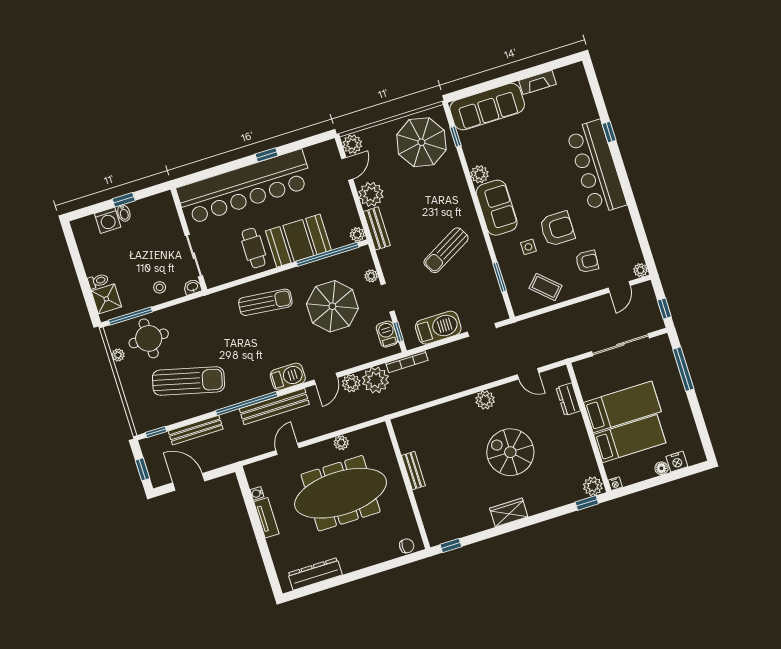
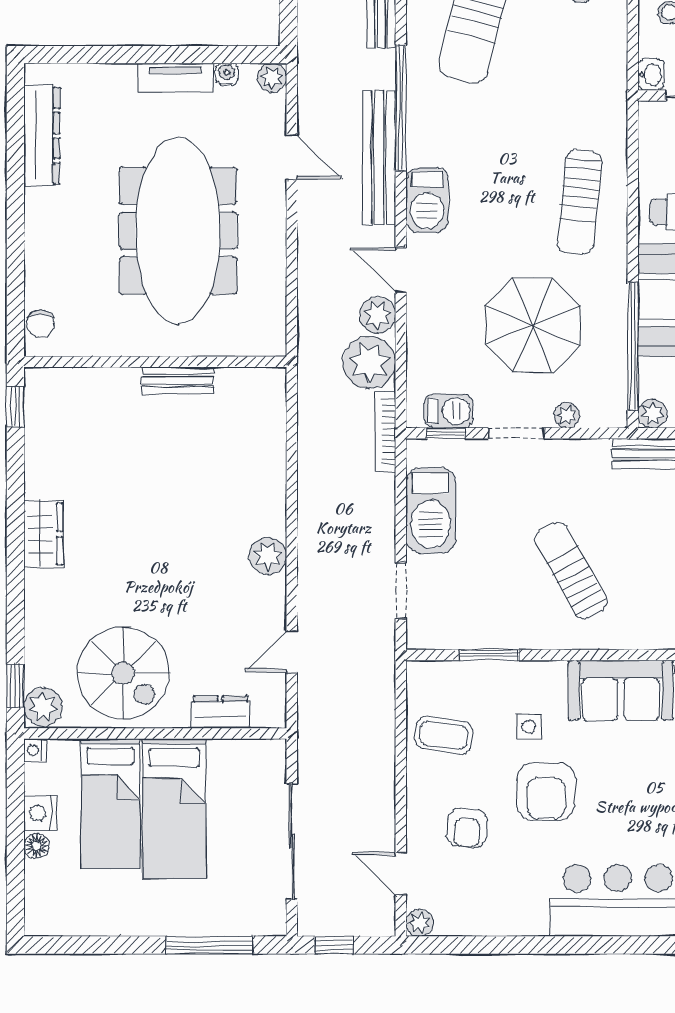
coffee table: (546, 287) -> (444, 735), turned 55
plant: (341, 443) -> (272, 78), moved
spiral stairs: (510, 452) -> (123, 673), moved, turned 90
nightstand: (677, 461) -> (40, 813), moved

